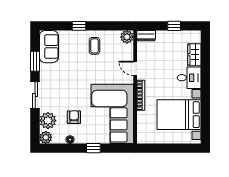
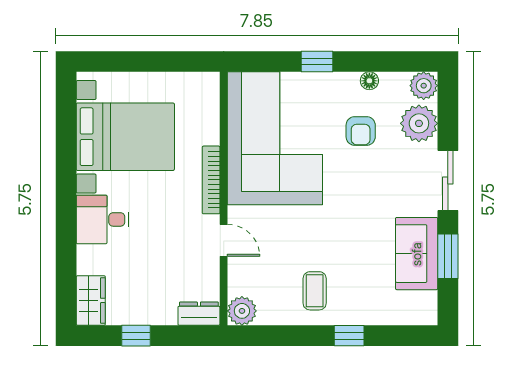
sofa: (49, 47) -> (417, 254), moved
wardrobe: (194, 55) -> (91, 300), moved

